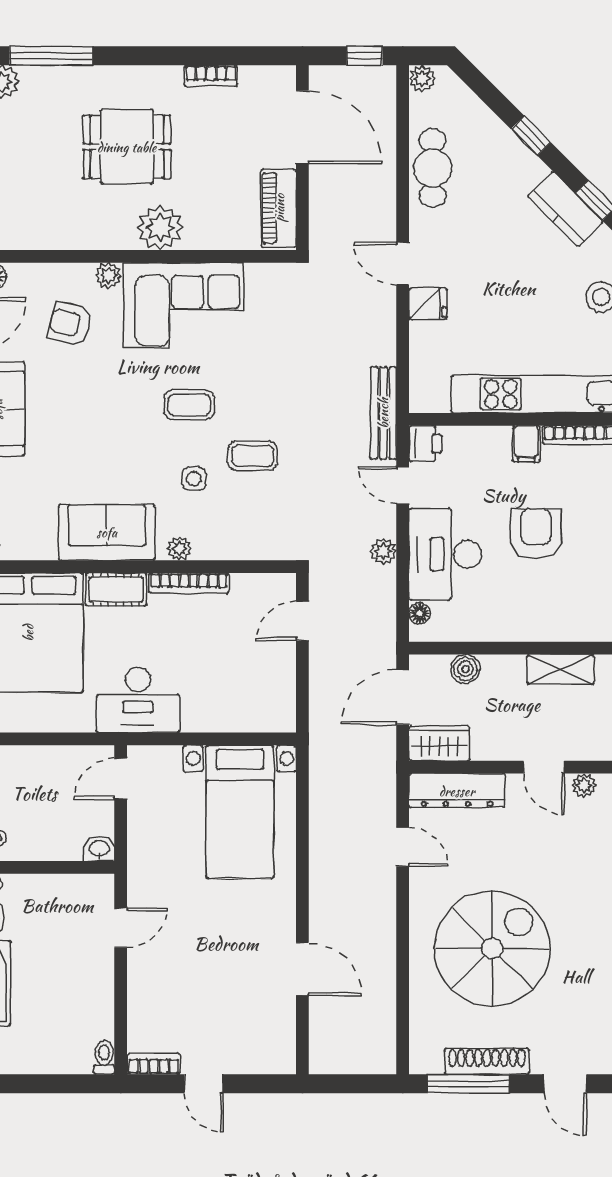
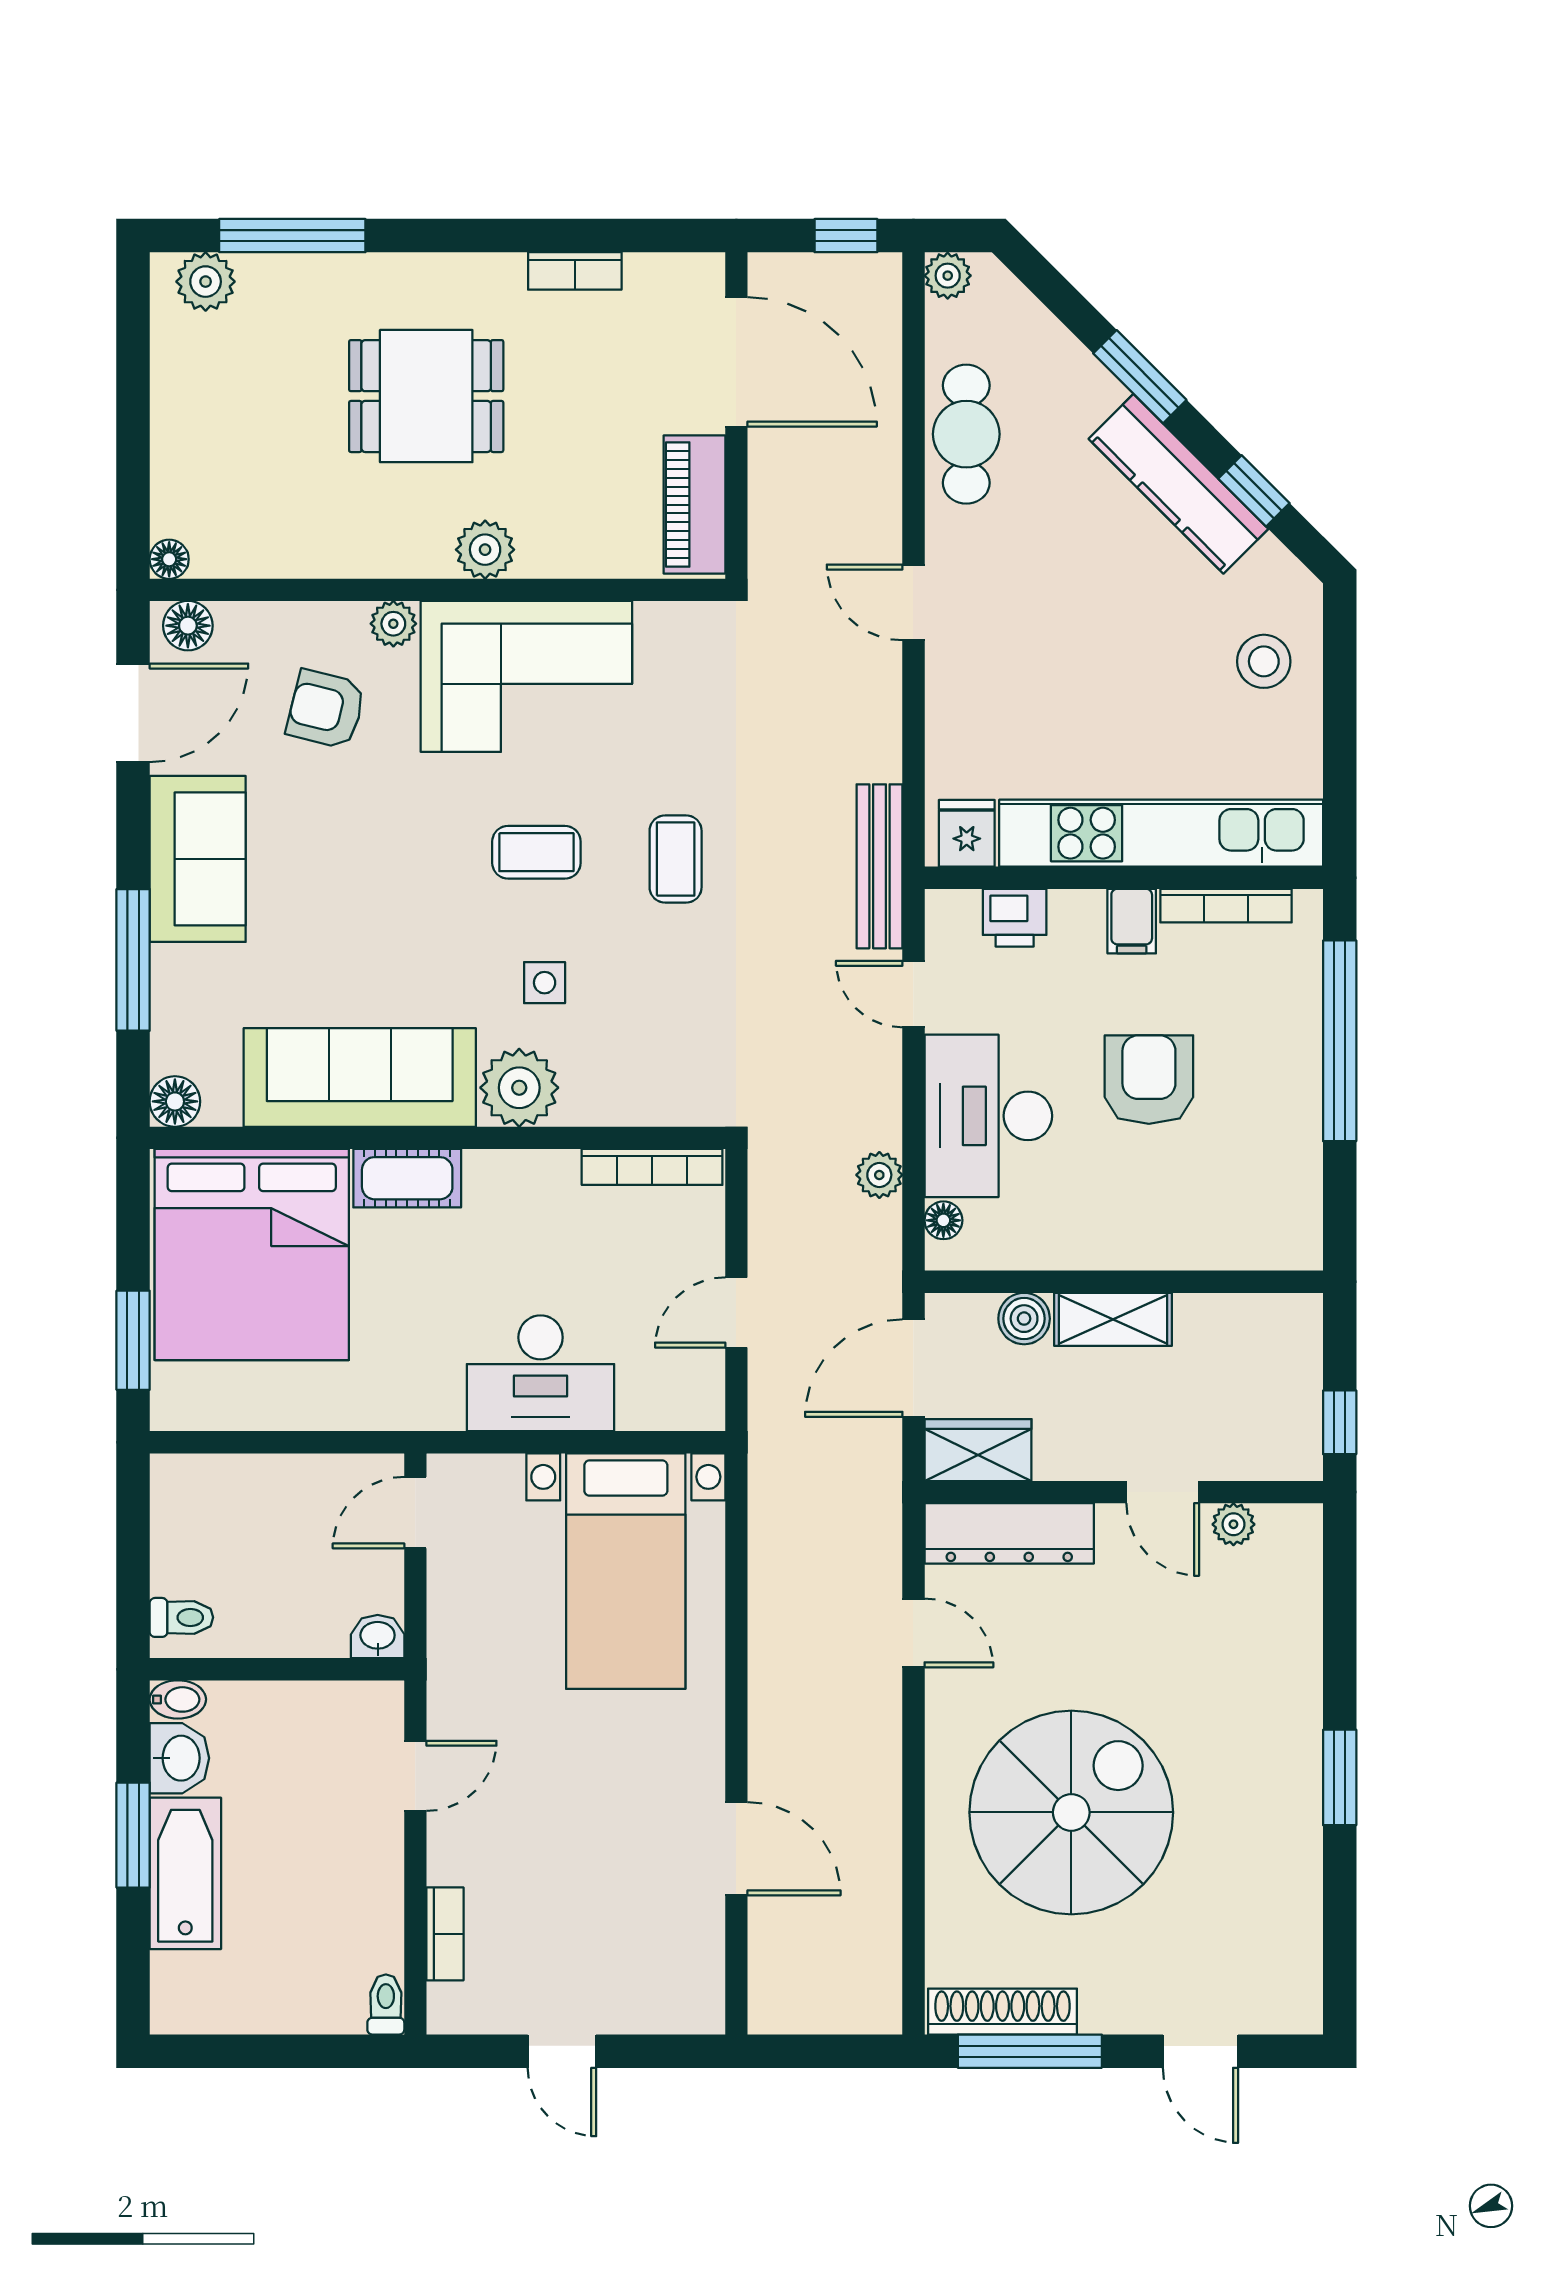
window: (531, 136) -> (1140, 377), width x1.50
kitchen counter: (565, 209) -> (1178, 484), width x1.50
plant: (160, 228) -> (485, 550), width x0.73, depth x0.73
fridge: (428, 304) -> (967, 833), moved, turned -90
printer: (425, 444) -> (1015, 918), moved, turned 90
coffee table: (253, 456) -> (676, 859), moved, turned 90
sofa: (107, 532) -> (360, 1077), width x1.36
plant: (180, 549) -> (519, 1088), width x1.87, depth x1.87
plant: (383, 551) -> (879, 1175), moved
bookcase: (189, 583) -> (652, 1167), moved
door: (302, 621) -> (736, 1312), moved
shelving: (560, 669) -> (1113, 1319), moved
desk: (138, 700) -> (541, 1373), moved
shoe rack: (487, 1061) -> (1002, 2012), moved
bookcase: (154, 1064) -> (445, 1934), moved, turned 90

